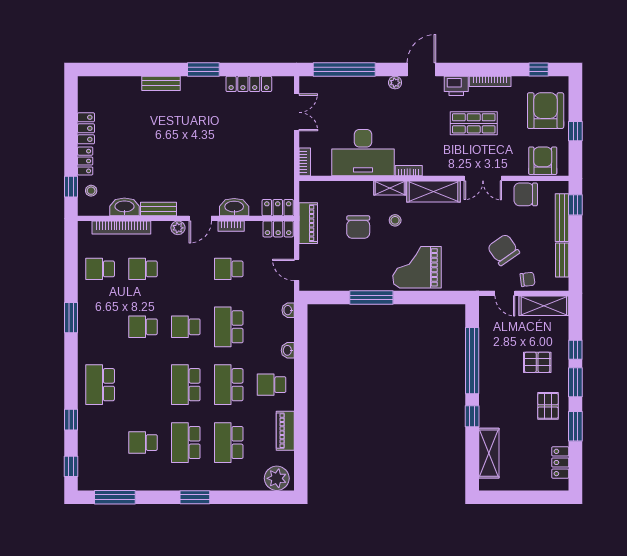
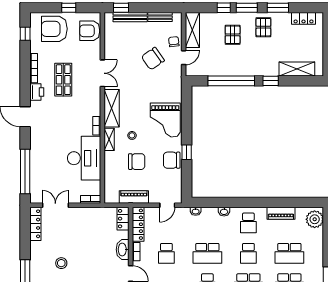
plant: (395, 83) -> (34, 135), removed
locker: (249, 84) -> (35, 224), moved
stool: (215, 121) -> (61, 263), added
chair: (526, 194) -> (172, 160), moved, turned 90
locker: (278, 229) -> (138, 224), width x1.53
window: (371, 297) -> (187, 152), width x0.46
school desk: (229, 385) -> (248, 253), width x0.54
pallet: (548, 406) -> (263, 27), turned 90

